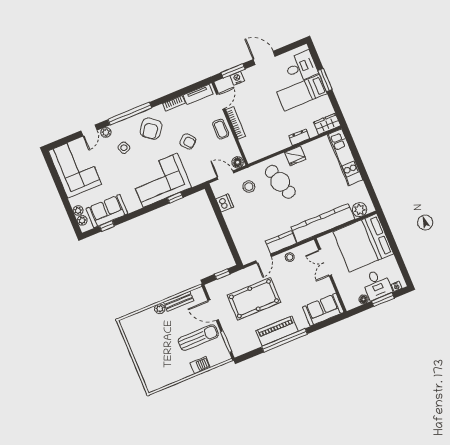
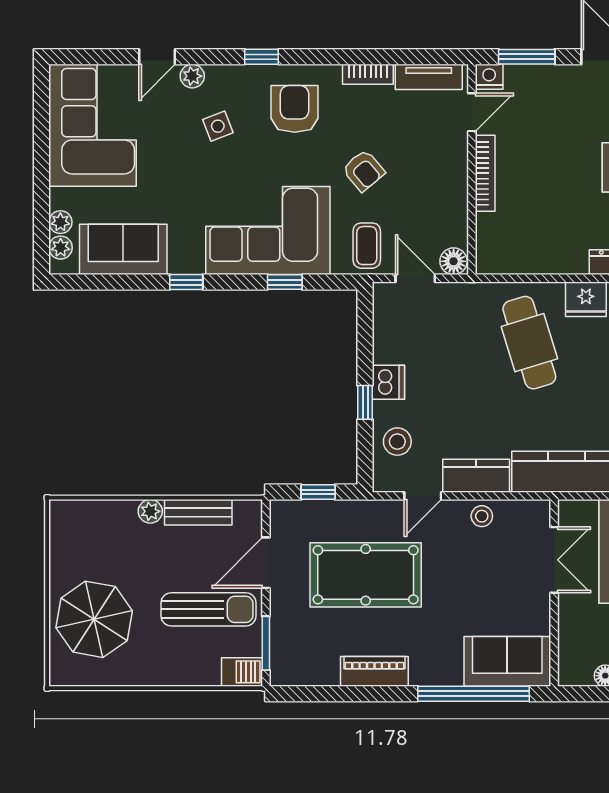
nightstand: (237, 78) -> (489, 77), moved
window: (130, 114) -> (261, 57), width x0.32
armchair: (151, 129) -> (295, 109), turned 142
coffee table: (221, 129) -> (367, 246), moved
stool: (249, 187) -> (397, 442), moved
dishwasher: (225, 203) -> (388, 382), moved
window: (107, 226) -> (186, 282), moved
window: (226, 232) -> (365, 402), added
double door: (325, 262) -> (554, 560), swing flipped
door: (213, 310) -> (266, 563), hinge flipped
piano: (277, 331) -> (374, 671), width x0.73, depth x0.75
window: (284, 340) -> (473, 694), moved
parasol: (155, 360) -> (94, 619), added
barbecue: (200, 365) -> (242, 672), moved

